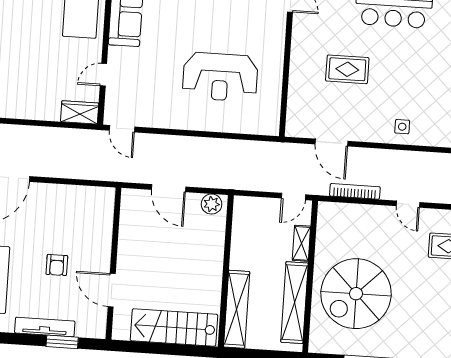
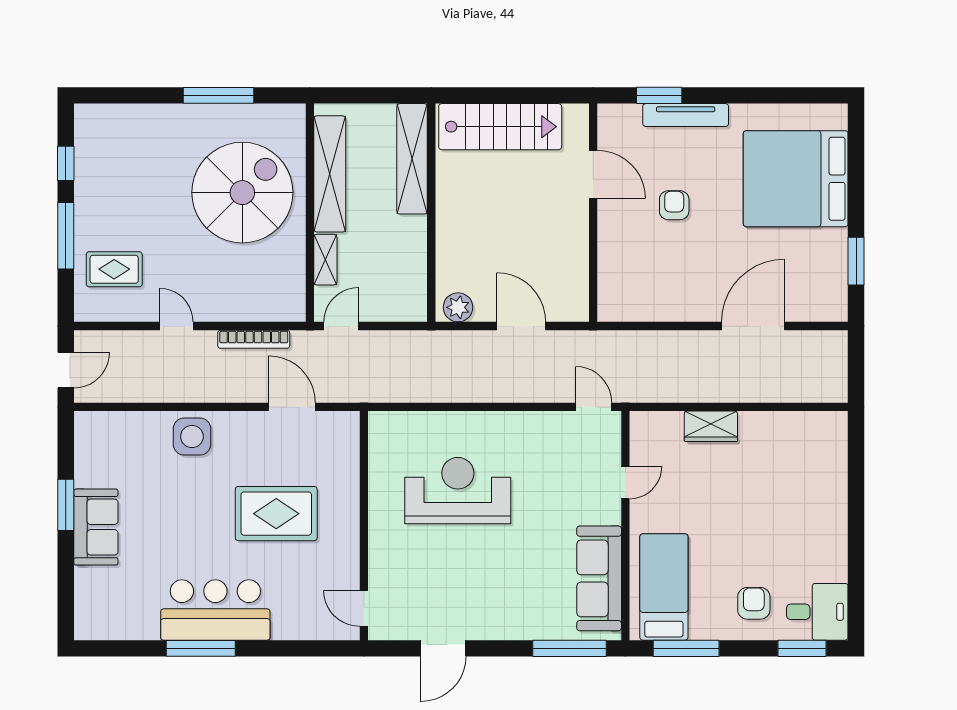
rug: (347, 69) -> (276, 514), width x1.36, depth x1.43
wardrobe: (80, 112) -> (711, 426), moved
side table: (402, 127) -> (192, 437), width x1.87, depth x1.87

